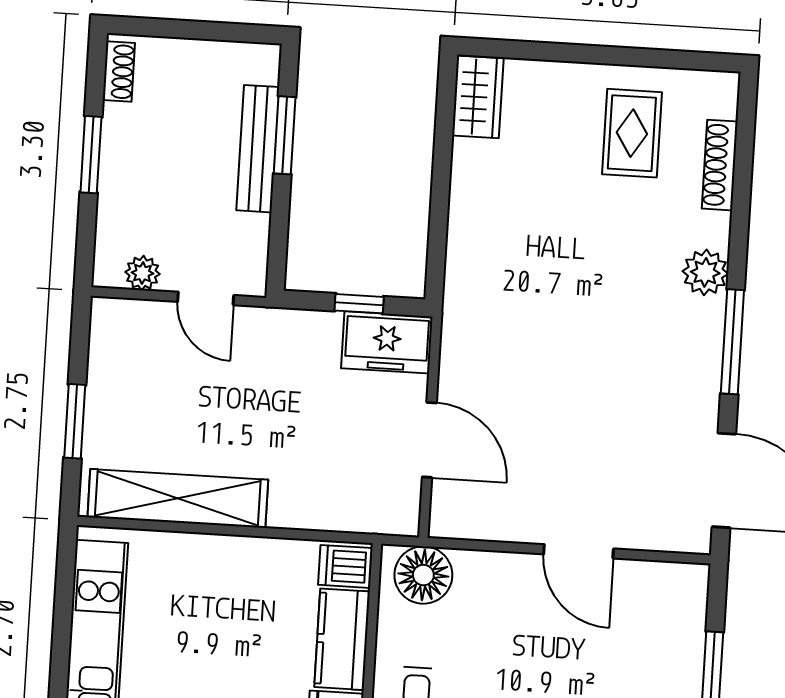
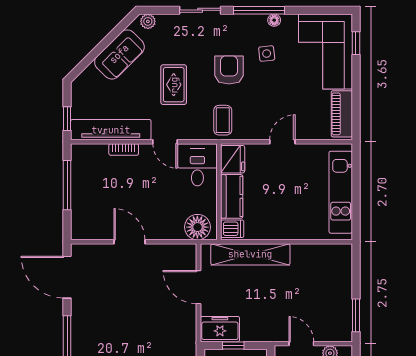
window: (75, 421) -> (356, 315), moved
shelving: (178, 498) -> (250, 254), moved

